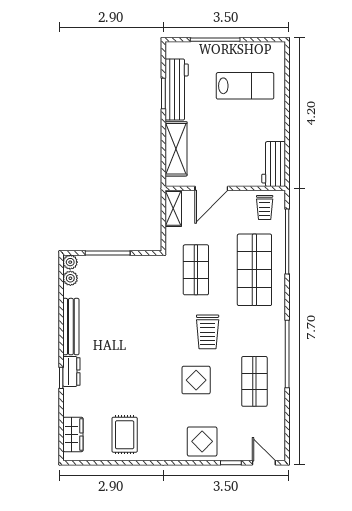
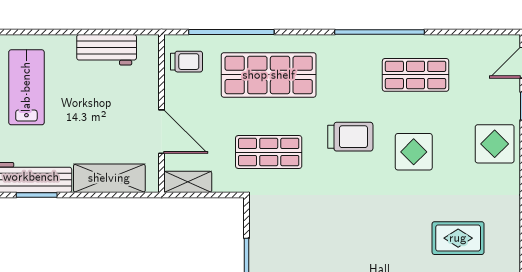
workbench: (274, 164) -> (107, 50), moved
rug: (125, 435) -> (458, 238), moved

